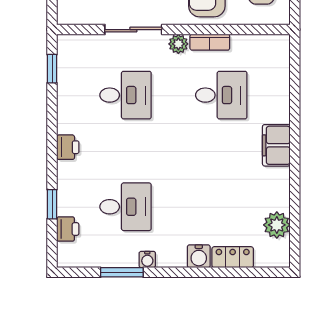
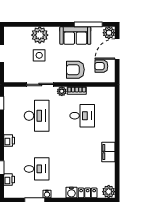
desk: (126, 95) -> (37, 116), width x1.37
filing cabinet: (276, 145) -> (108, 152), moved
plant: (277, 225) -> (109, 192), moved

